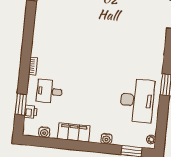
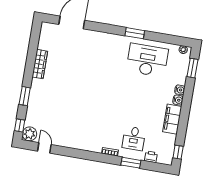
window: (21, 104) -> (131, 163), moved
water cooler: (44, 132) -> (178, 100), moved
window: (37, 141) -> (178, 152), added

